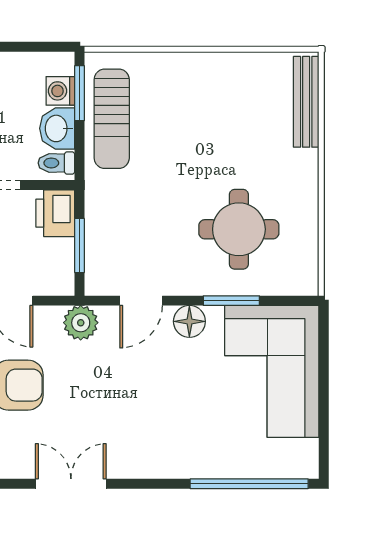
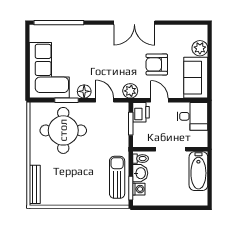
printer: (55, 213) -> (141, 112), moved
round table: (239, 229) -> (63, 130), width x1.36, depth x1.36
door: (141, 301) -> (105, 100), hinge flipped
double door: (71, 484) -> (134, 23), width x1.37

